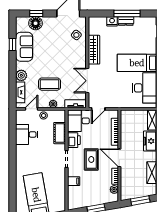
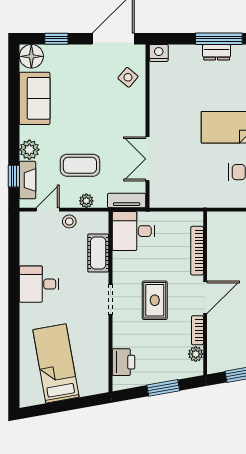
nightstand: (112, 21) -> (159, 53), moved
floor lamp: (36, 23) -> (31, 56), moved
window: (13, 44) -> (14, 176), moved
wardrobe: (94, 50) -> (159, 104), removed
door: (98, 109) -> (167, 210), removed
desk: (27, 134) -> (39, 284), moved
printer: (74, 140) -> (123, 362), moved
door: (119, 158) -> (205, 297), swing flipped
filing cabinet: (74, 181) -> (123, 339), removed

